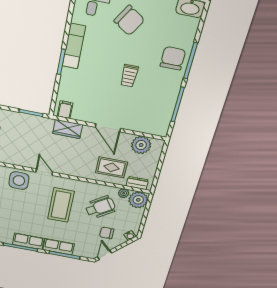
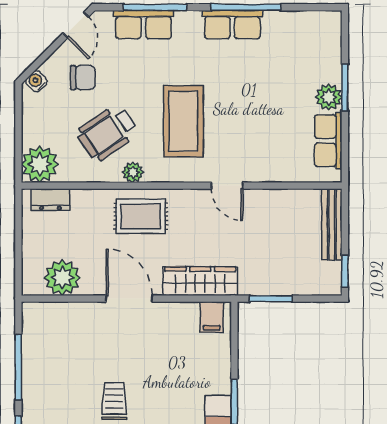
wardrobe: (68, 129) -> (200, 281), width x1.50
rug: (111, 167) -> (141, 216), moved
side table: (19, 181) -> (272, 158), removed
plant: (124, 193) -> (133, 172), moved
row of seats: (59, 247) -> (143, 25), moved

